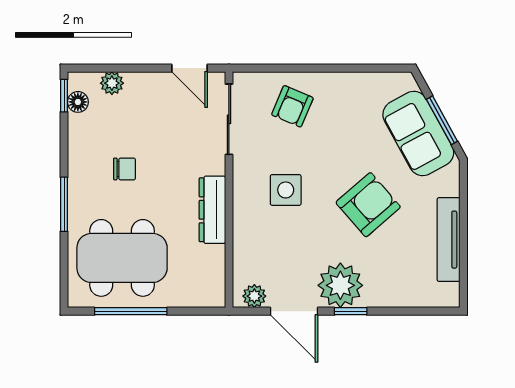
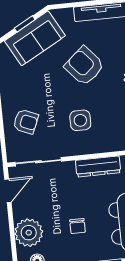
plant: (112, 83) -> (29, 233), width x1.87, depth x1.87
window: (442, 120) -> (25, 24), width x0.67
chair: (124, 169) -> (77, 226), turned 180

